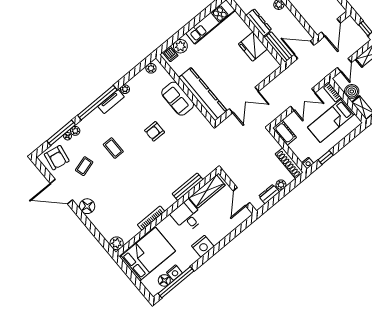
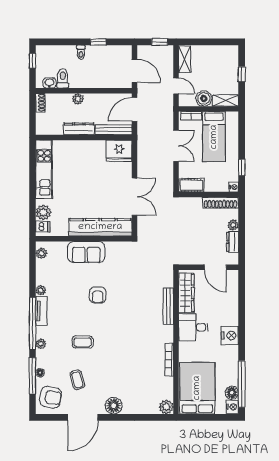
fridge: (253, 46) -> (119, 151), moved
plant: (75, 131) -> (41, 344), moved
nightstand: (174, 273) -> (232, 407), moved

